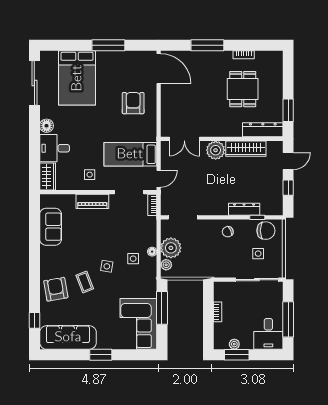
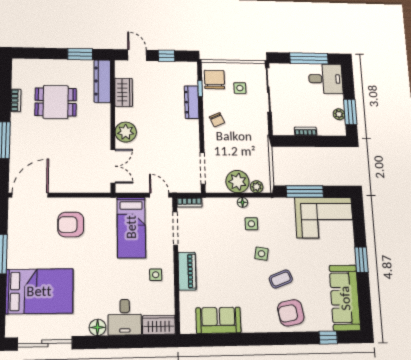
wardrobe: (246, 149) -> (124, 92), width x0.67

